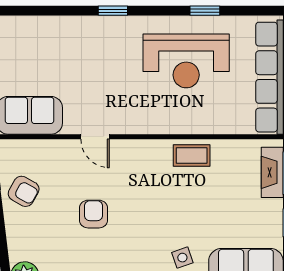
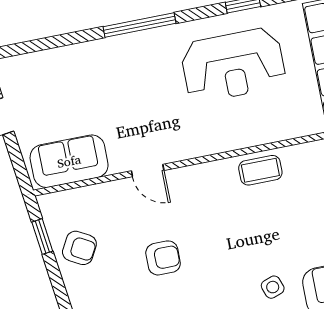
window: (113, 11) -> (140, 25), width x2.17
armchair: (94, 214) -> (163, 258), turned 90

